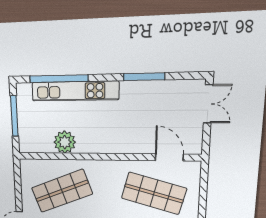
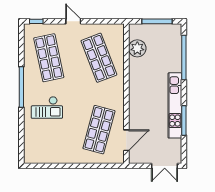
kitchen unit: (75, 91) -> (175, 105), moved
plant: (65, 142) -> (137, 48), moved

